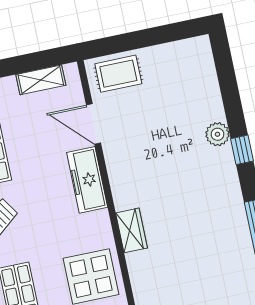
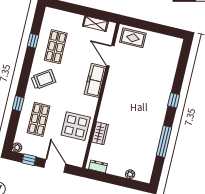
plant: (217, 134) -> (166, 88), removed
wardrobe: (131, 230) -> (100, 133), moved

